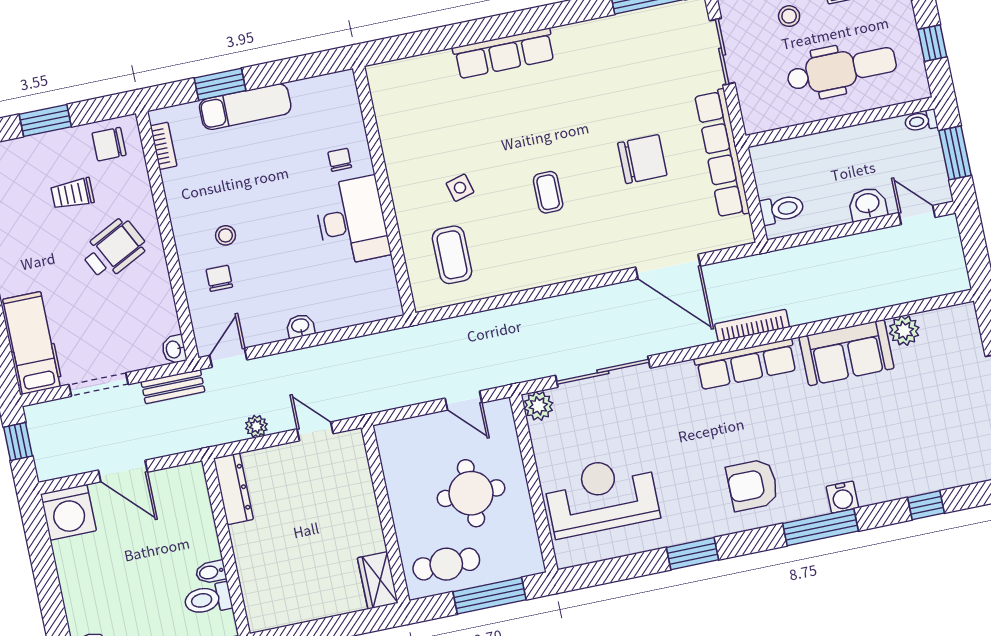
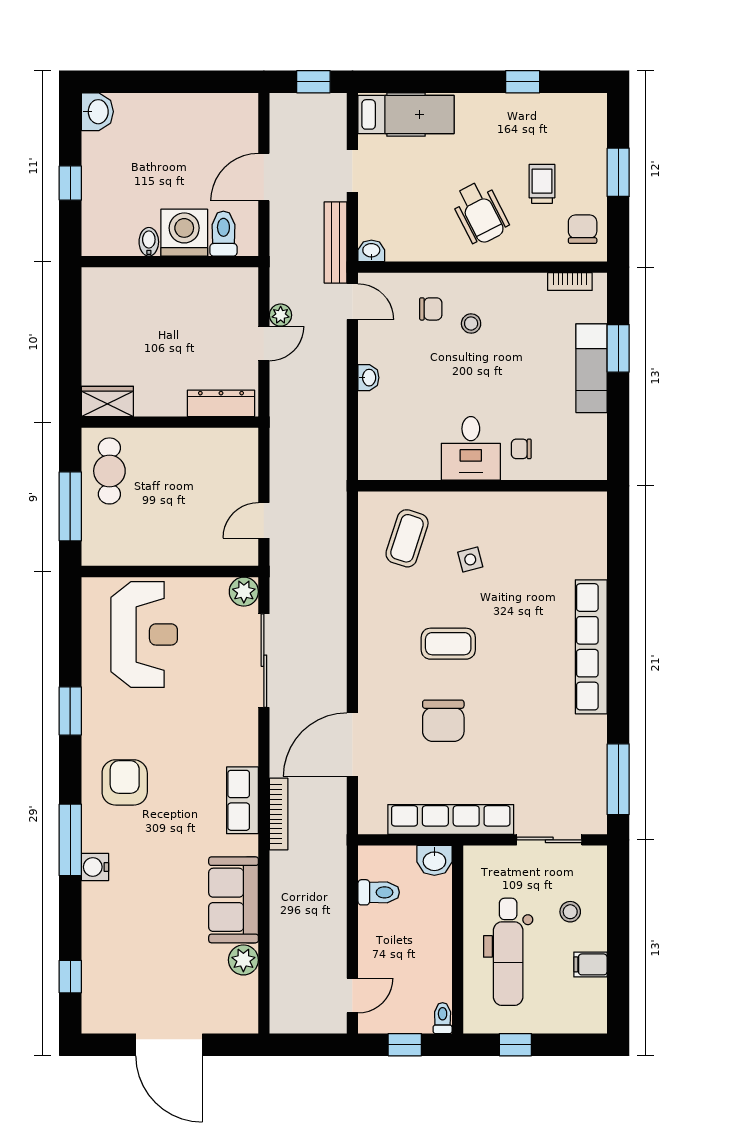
row of seats: (504, 53) -> (591, 647), width x1.36
window: (955, 153) -> (405, 1045), width x0.67
chair: (642, 159) -> (443, 721), moved
chair: (340, 160) -> (521, 449), turned 180
coffee table: (548, 192) -> (448, 644), width x1.36, depth x1.30
washbasin: (868, 204) -> (434, 860), moved, turned 90
toilet: (782, 209) -> (379, 892), moved, turned -90
desk: (352, 221) -> (471, 448), width x0.73
coffee table: (452, 255) -> (407, 538), turned -72
row of seats: (746, 364) -> (242, 800), width x0.68
doorway: (99, 384) -> (352, 171), width x0.73
bench: (173, 387) -> (336, 242), width x1.36
door: (315, 431) -> (264, 344), moved
dresser: (233, 489) -> (221, 403), moved, turned 180
round table: (471, 493) -> (173, 509), removed
window: (926, 505) -> (70, 977), moved
washing machine: (68, 512) -> (184, 233), moved, turned 90
toilet: (208, 599) -> (223, 234), moved

